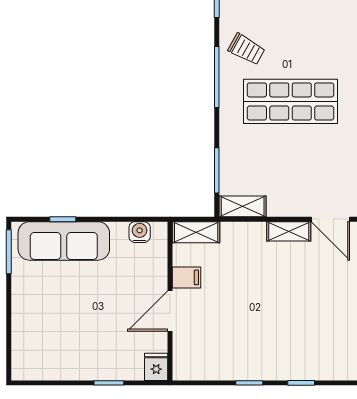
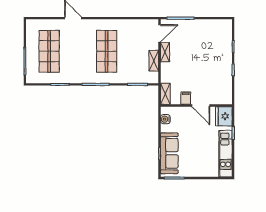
trolley: (247, 49) -> (83, 71), removed
shelving: (243, 206) -> (154, 61), moved
kitchen unit: (63, 366) -> (225, 154), added
fridge: (156, 367) -> (224, 116), width x1.88, depth x1.34

